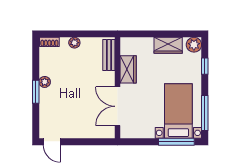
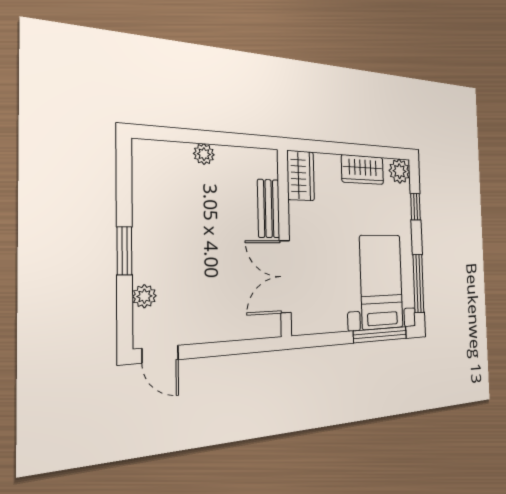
shoe rack: (49, 42) -> (153, 149), removed
bench: (109, 55) -> (269, 208), moved
wardrobe: (128, 69) -> (301, 176), moved
plant: (45, 82) -> (144, 296), moved

